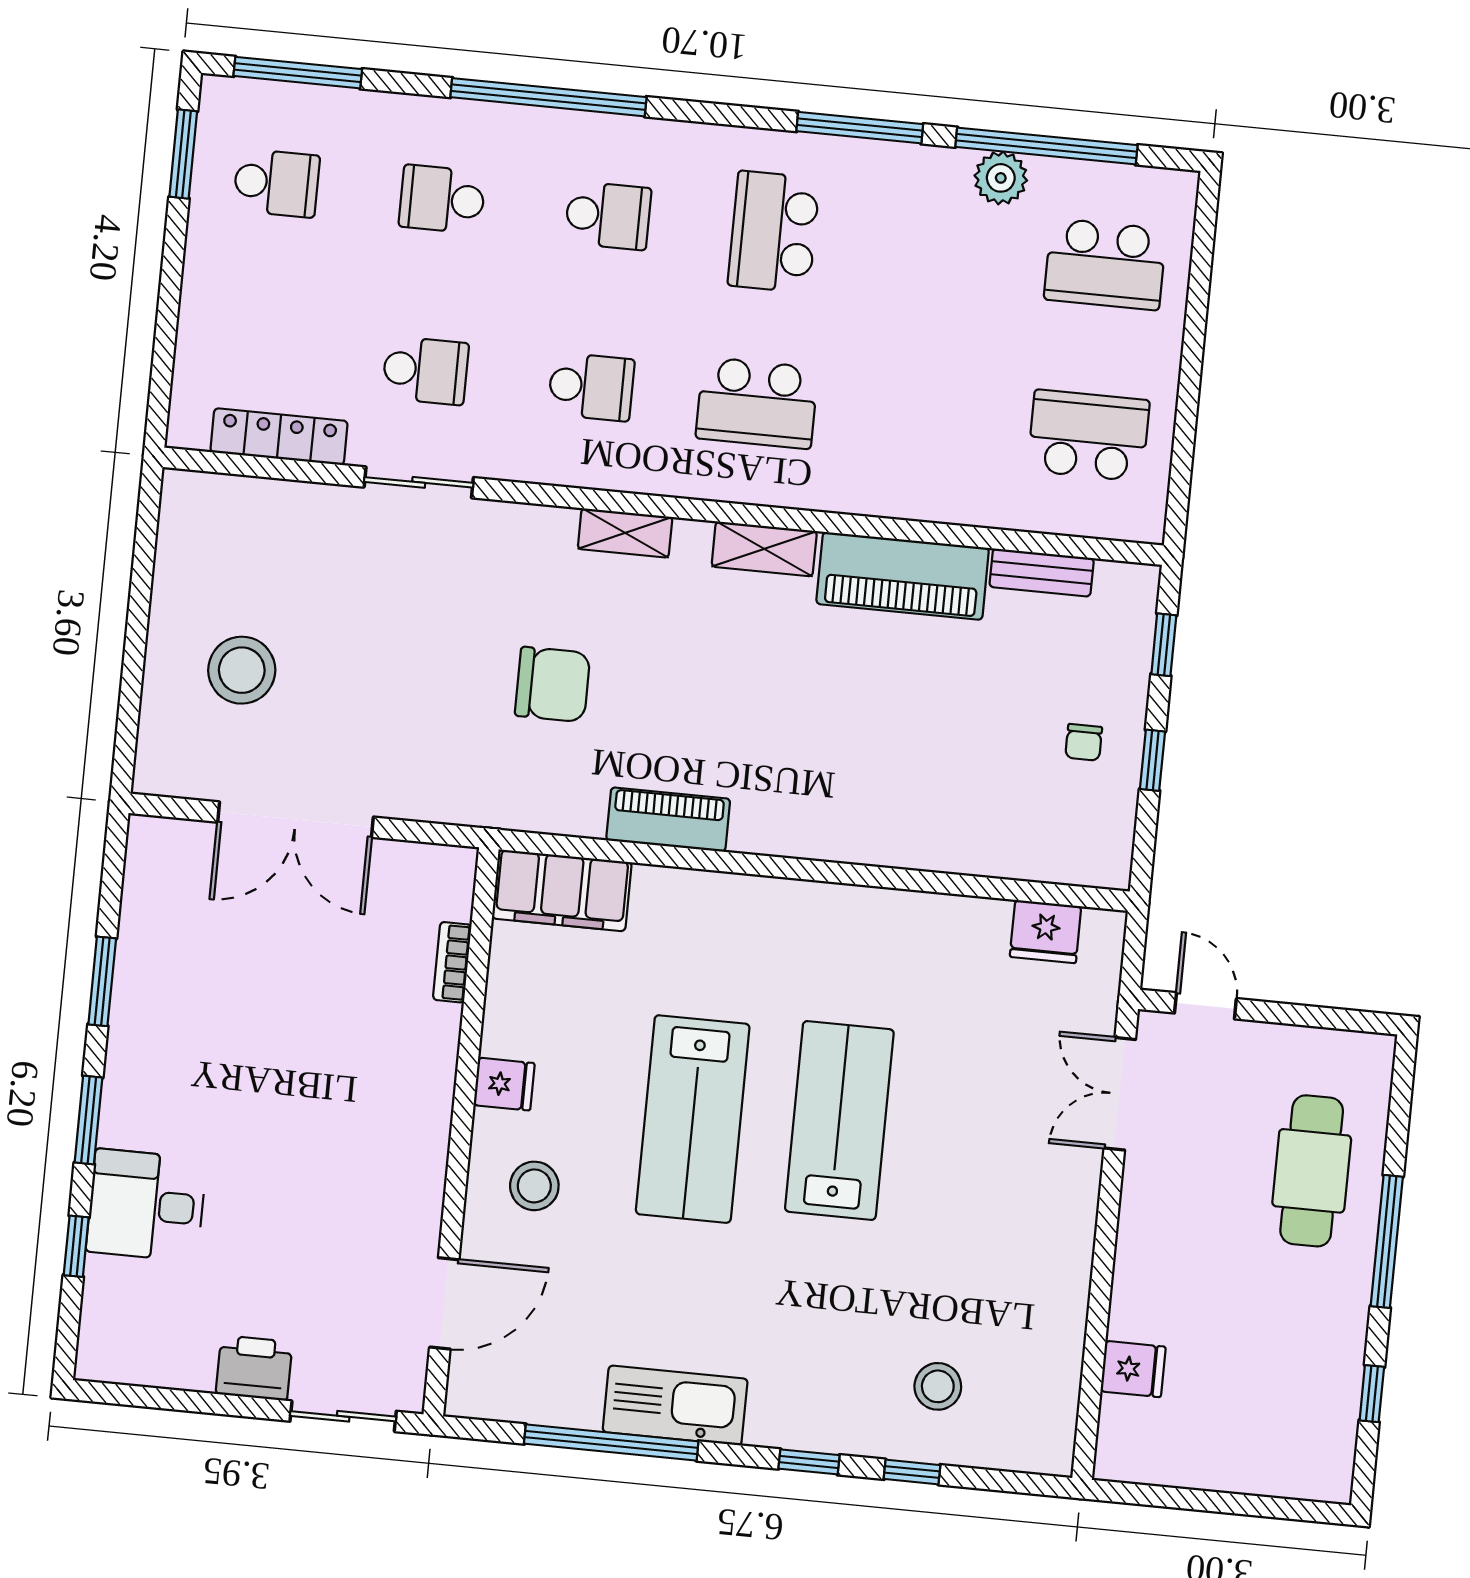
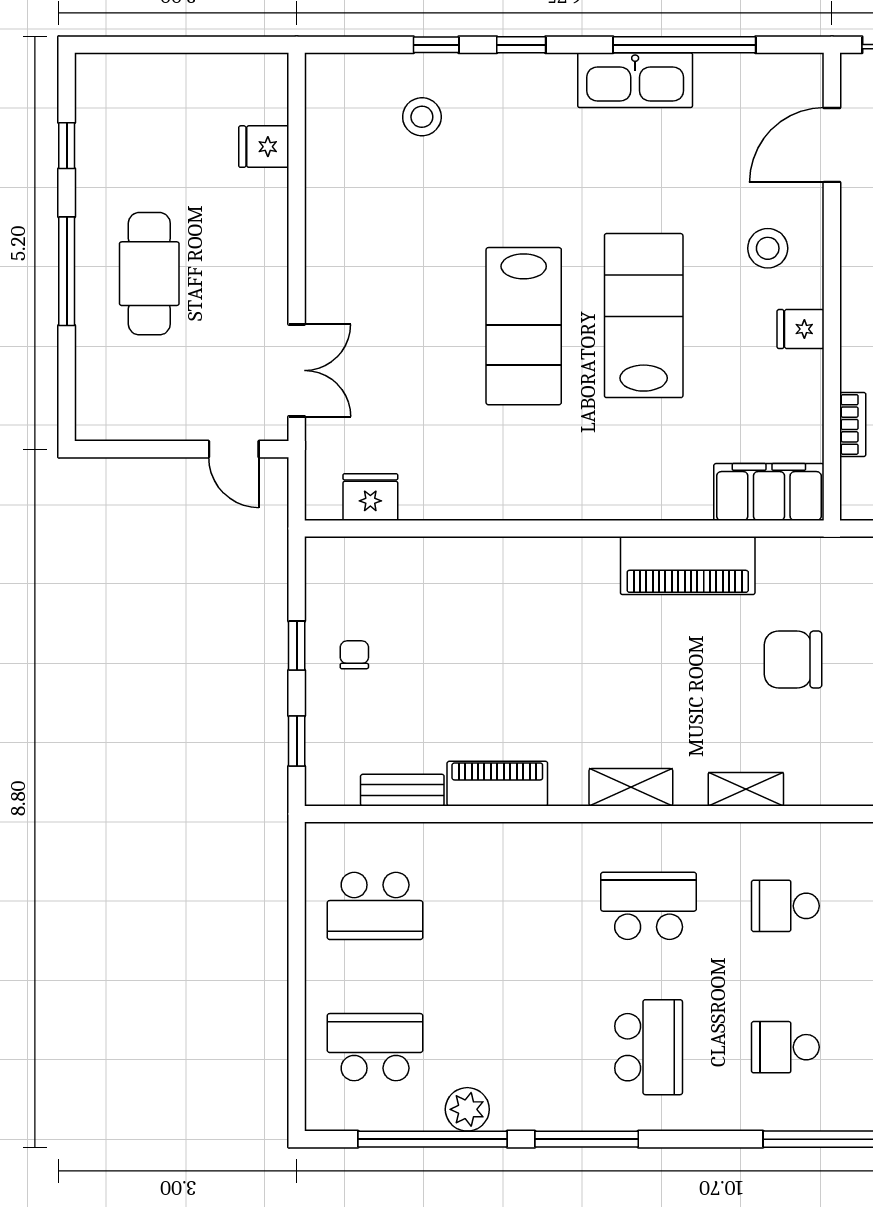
piano: (903, 576) -> (497, 784), width x0.73, depth x0.75
piano: (668, 820) -> (688, 566), width x1.37, depth x1.33
cafe table: (1312, 1171) -> (149, 274), moved

